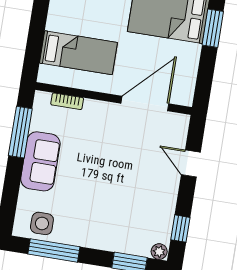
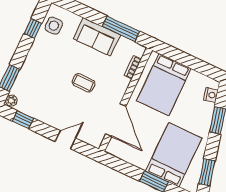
bed: (78, 53) -> (164, 84), width x1.50
coffee table: (107, 161) -> (84, 83), added
window: (54, 250) -> (33, 28), width x0.46

